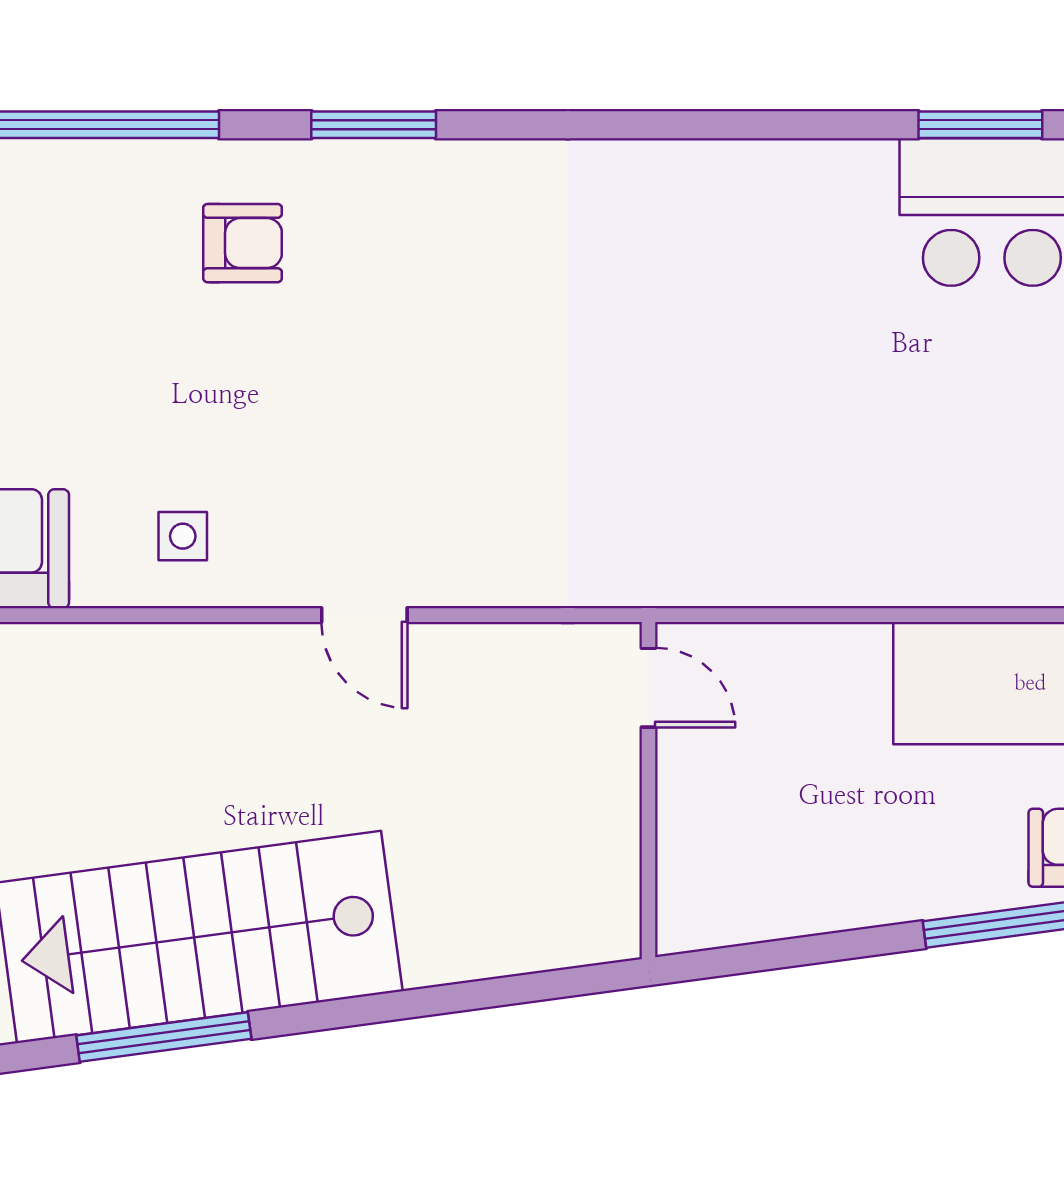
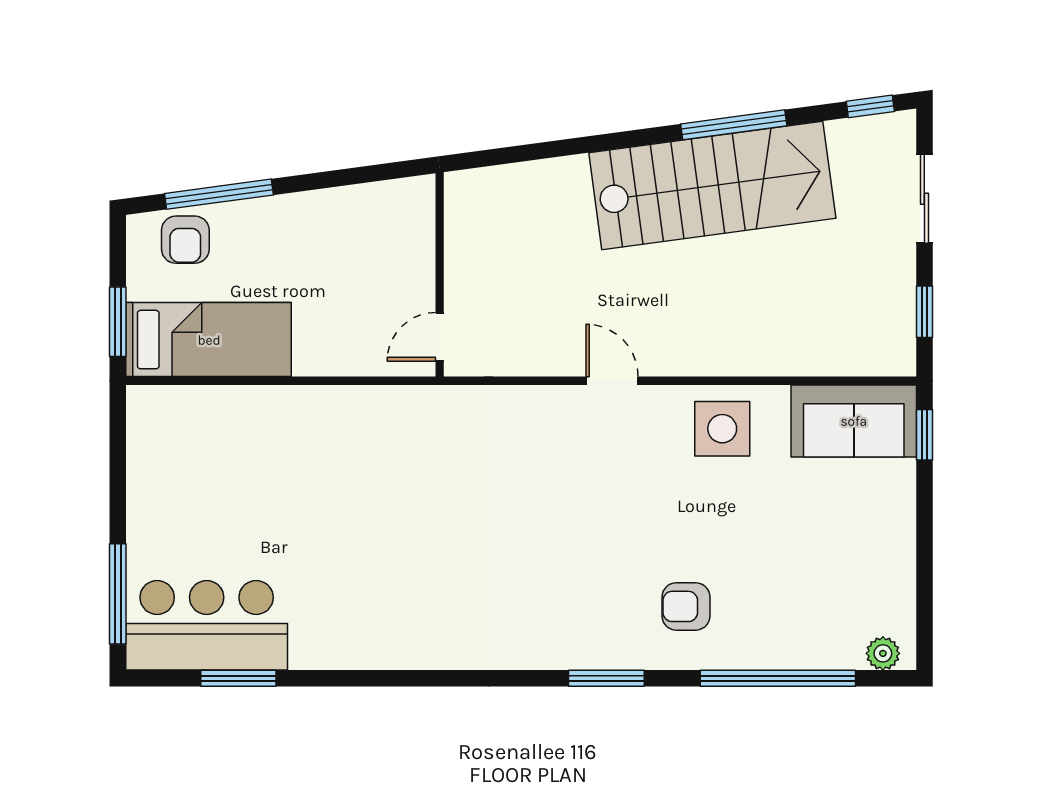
side table: (183, 536) -> (722, 429), width x1.87, depth x1.87
door: (648, 688) -> (440, 337), hinge flipped

